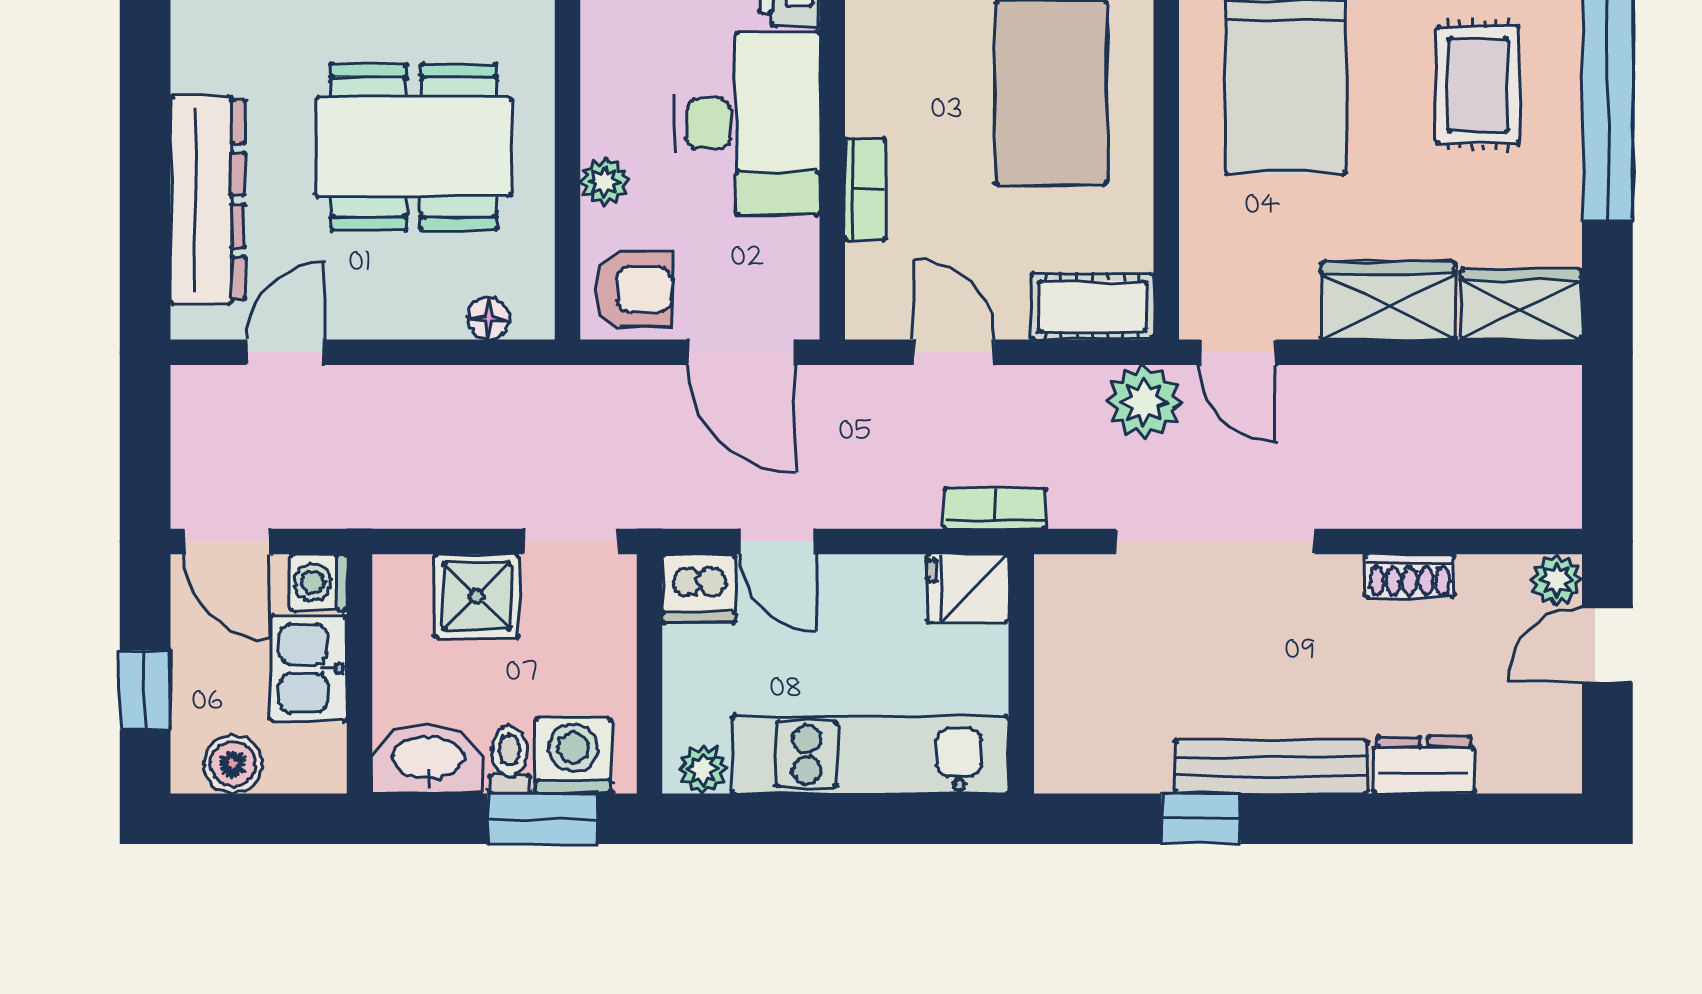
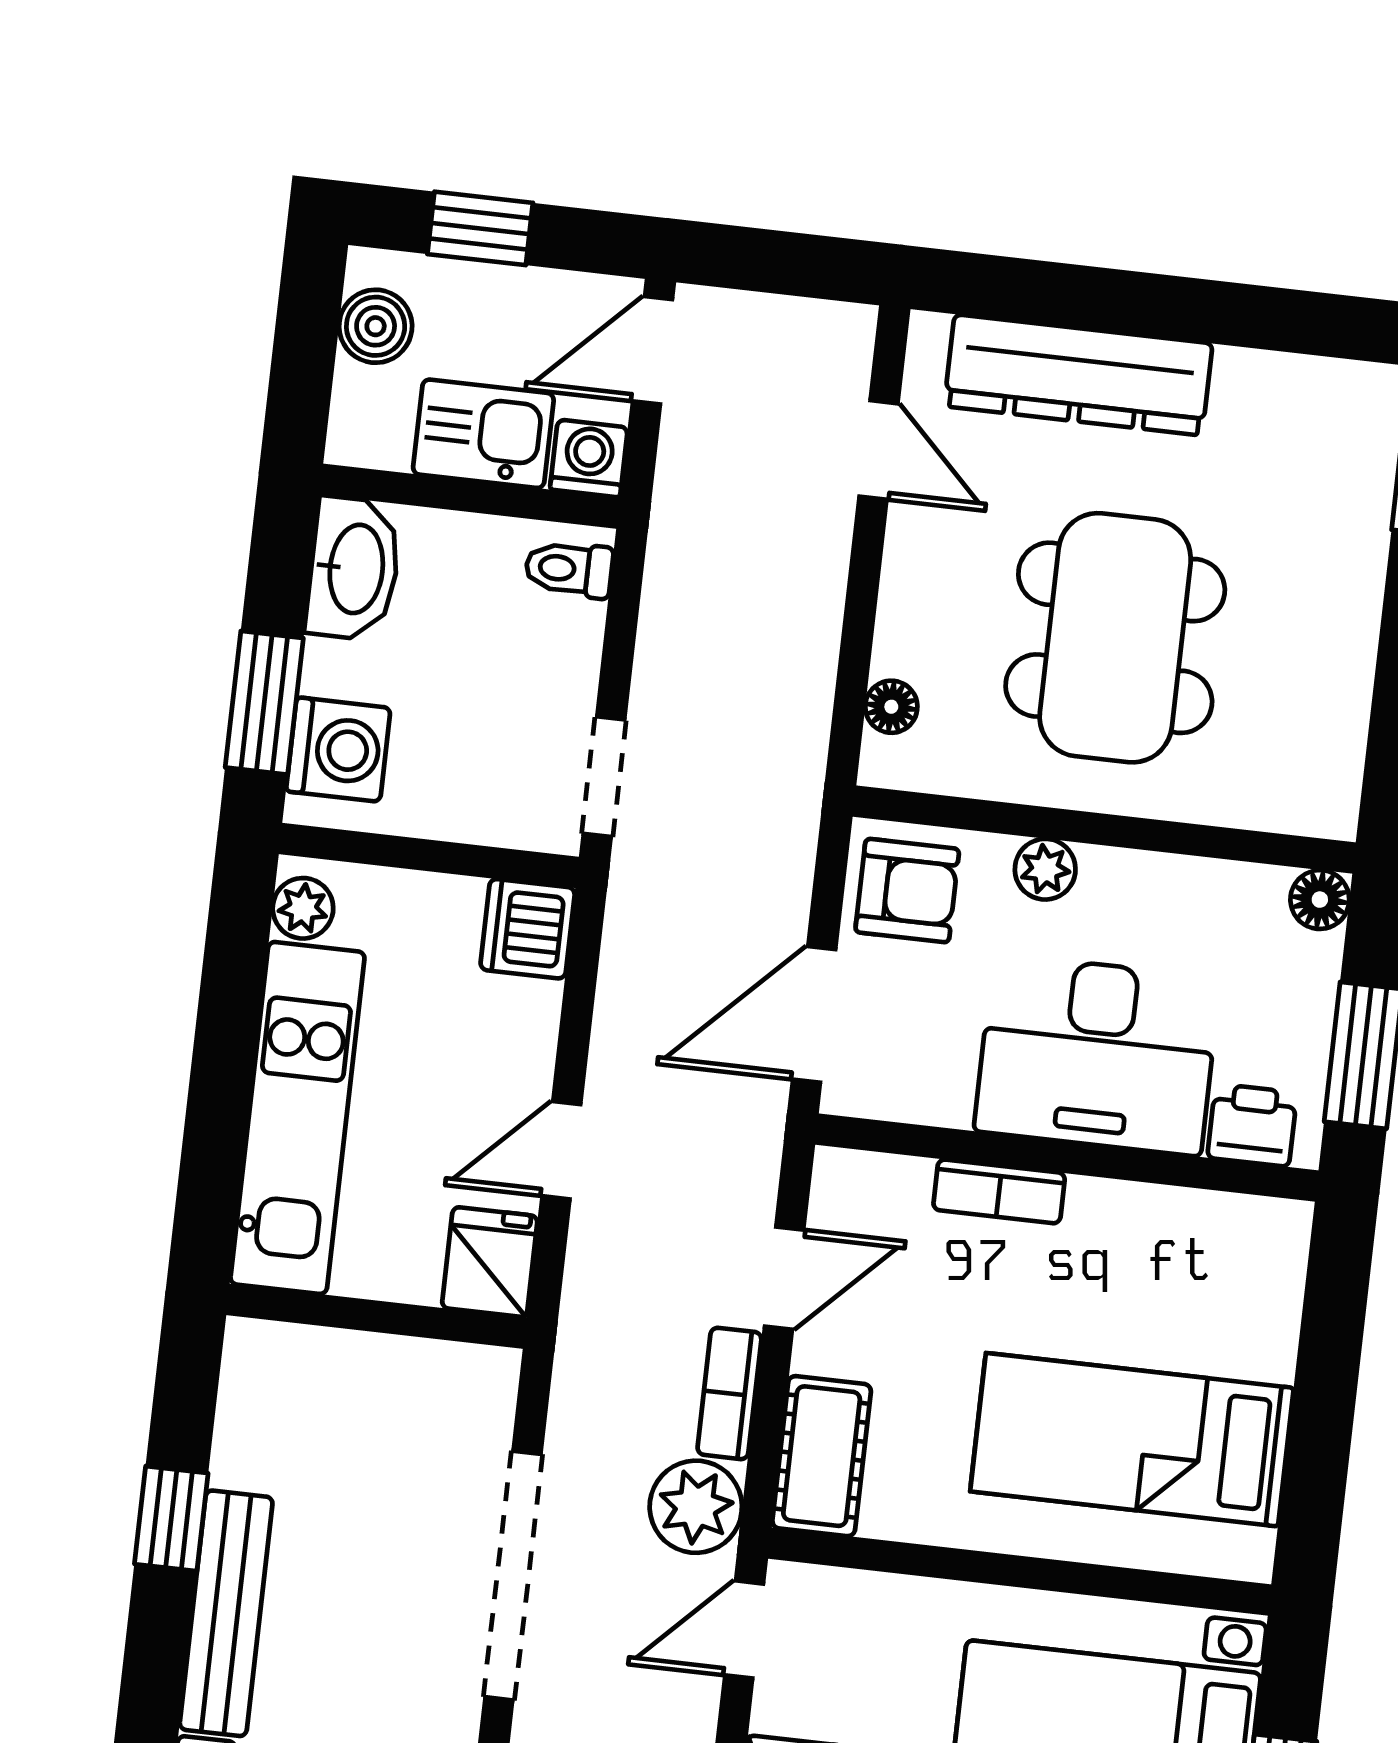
armchair: (634, 289) -> (907, 891), turned -90
bookcase: (995, 508) -> (729, 1393), moved, turned 180
door: (778, 541) -> (561, 1150), moved
shower: (477, 596) -> (549, 652), removed
toilet: (509, 759) -> (569, 569), moved, turned 180

